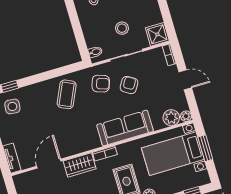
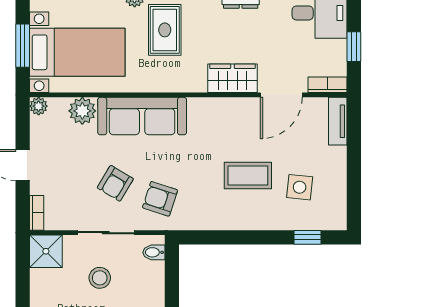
coffee table: (67, 94) -> (248, 176), moved, turned 65
side table: (12, 106) -> (300, 187), moved
plant: (171, 118) -> (82, 111), moved
bookcase: (105, 153) -> (327, 85), moved

